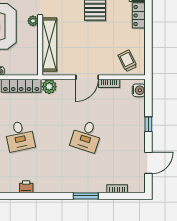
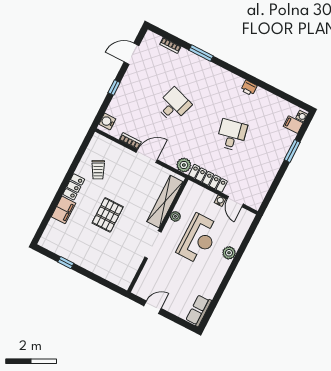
plant: (33, 21) -> (175, 216), moved
trolley: (128, 61) -> (98, 170), moved

